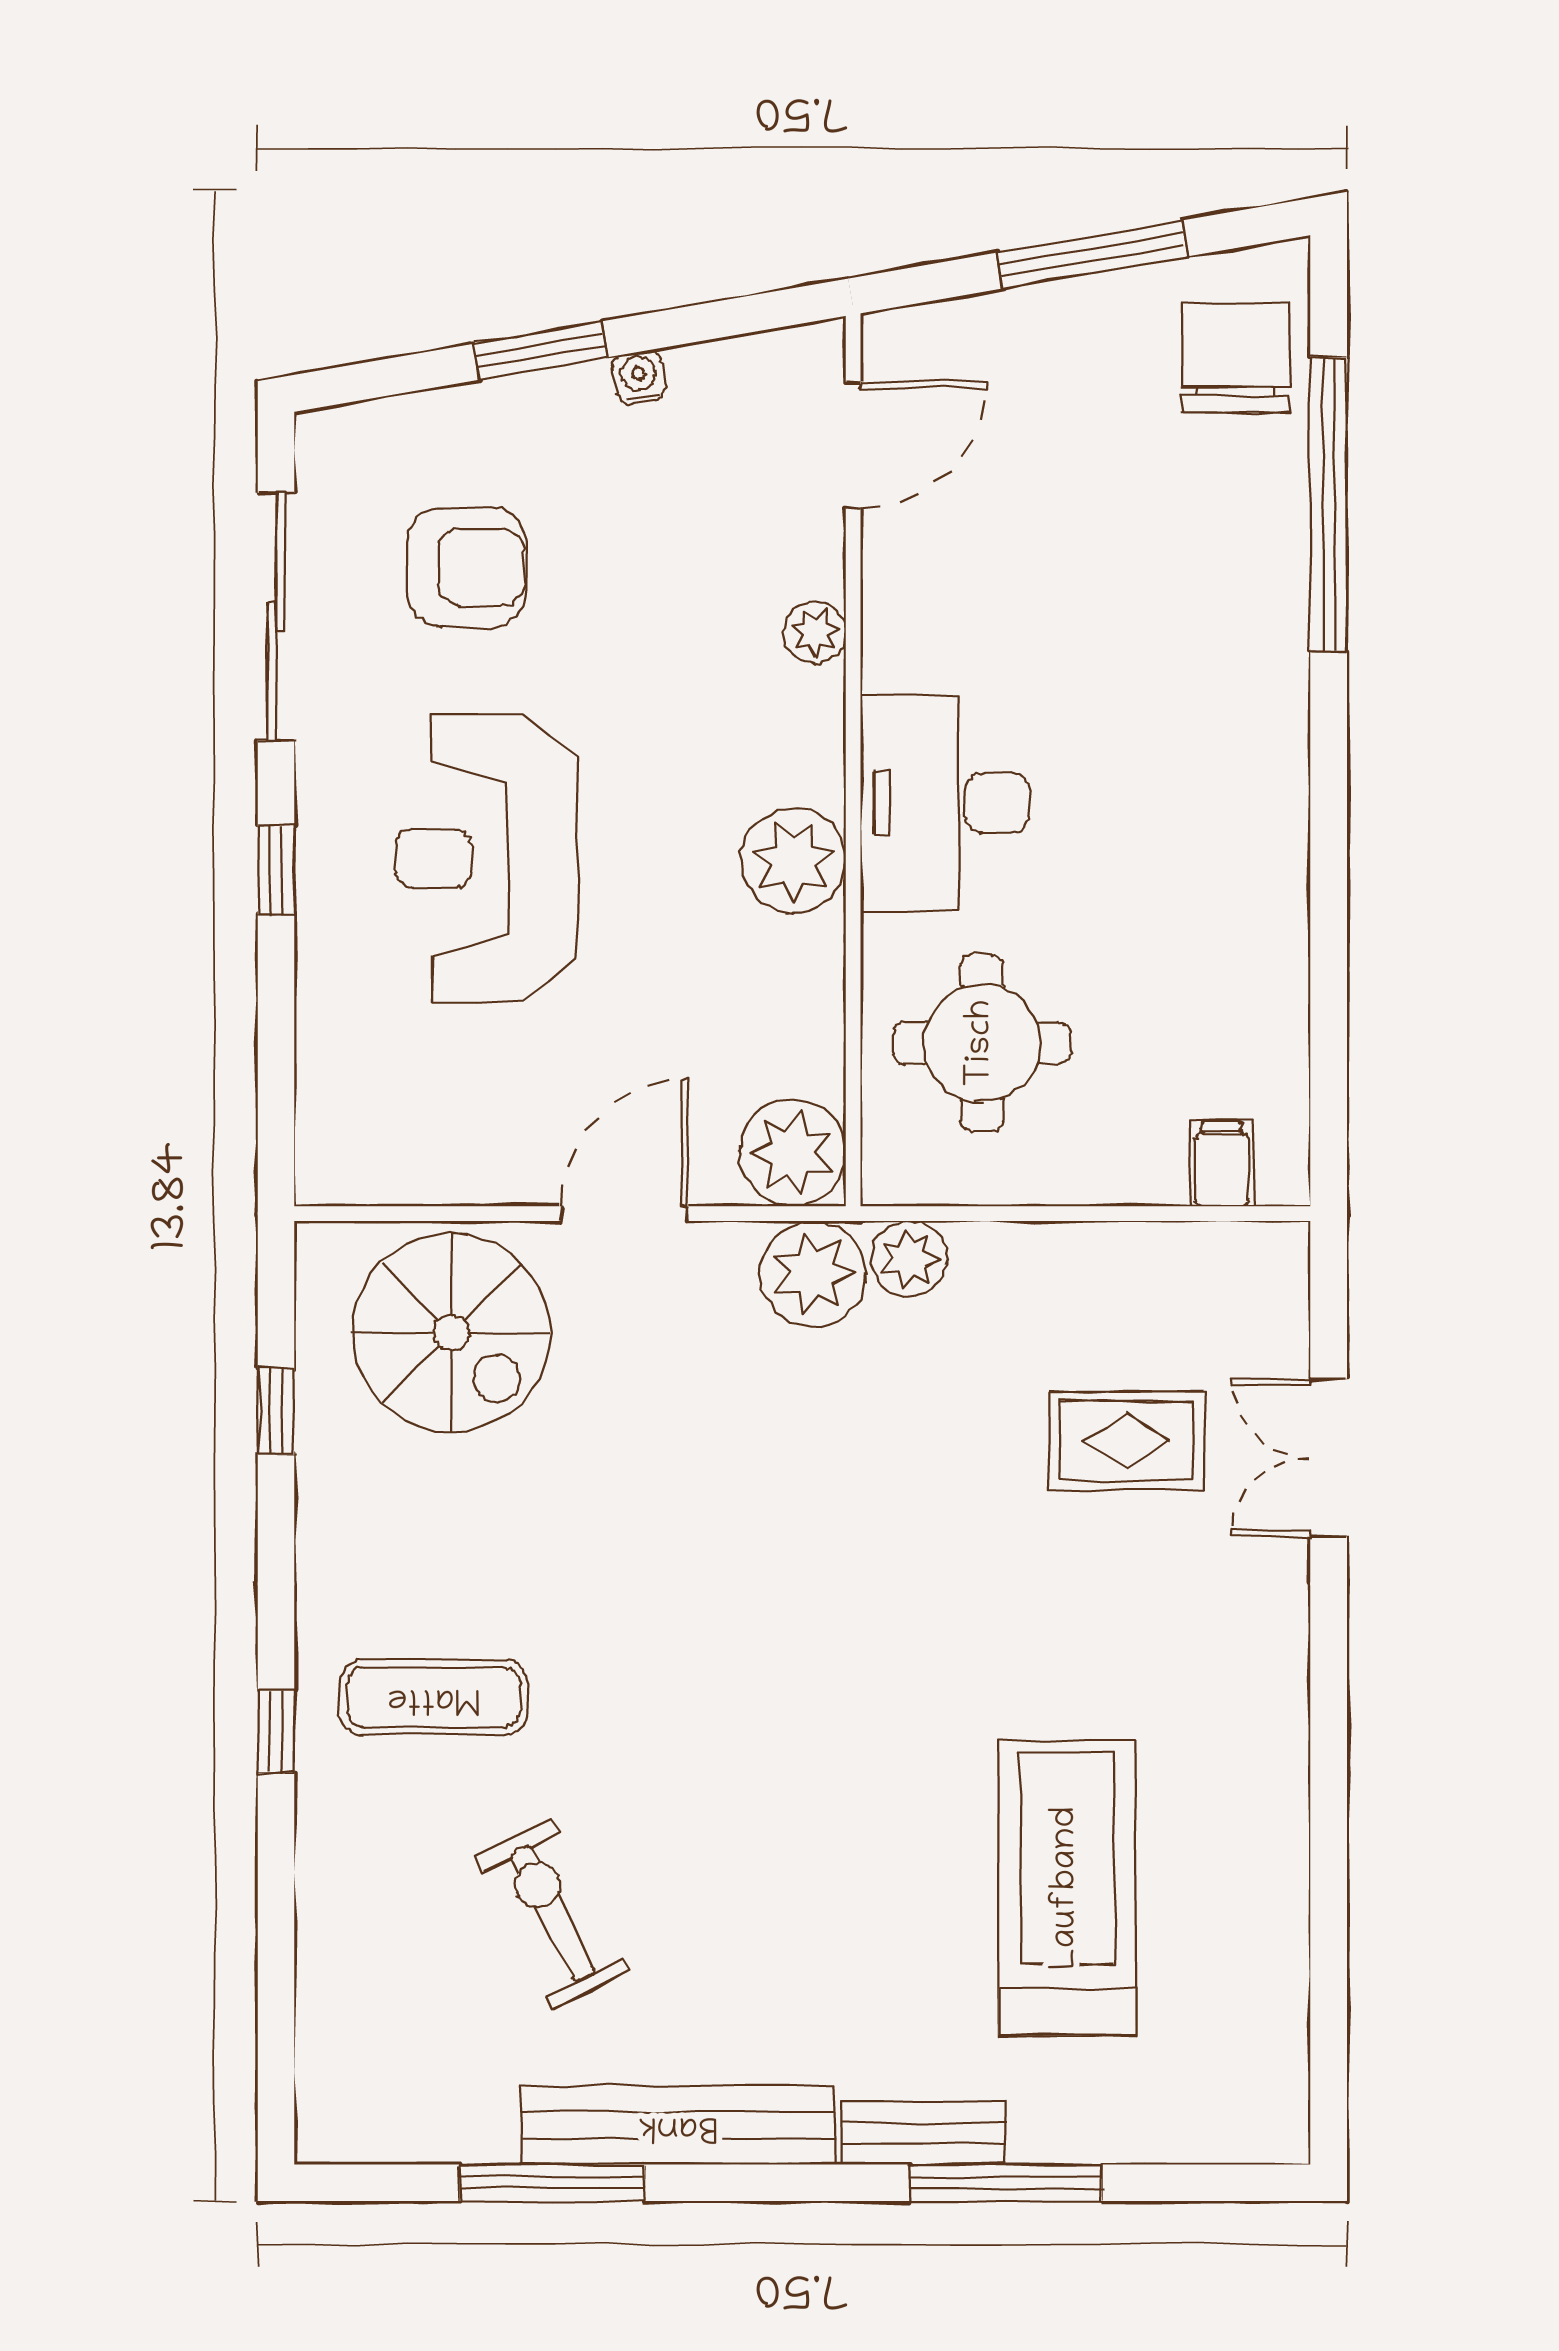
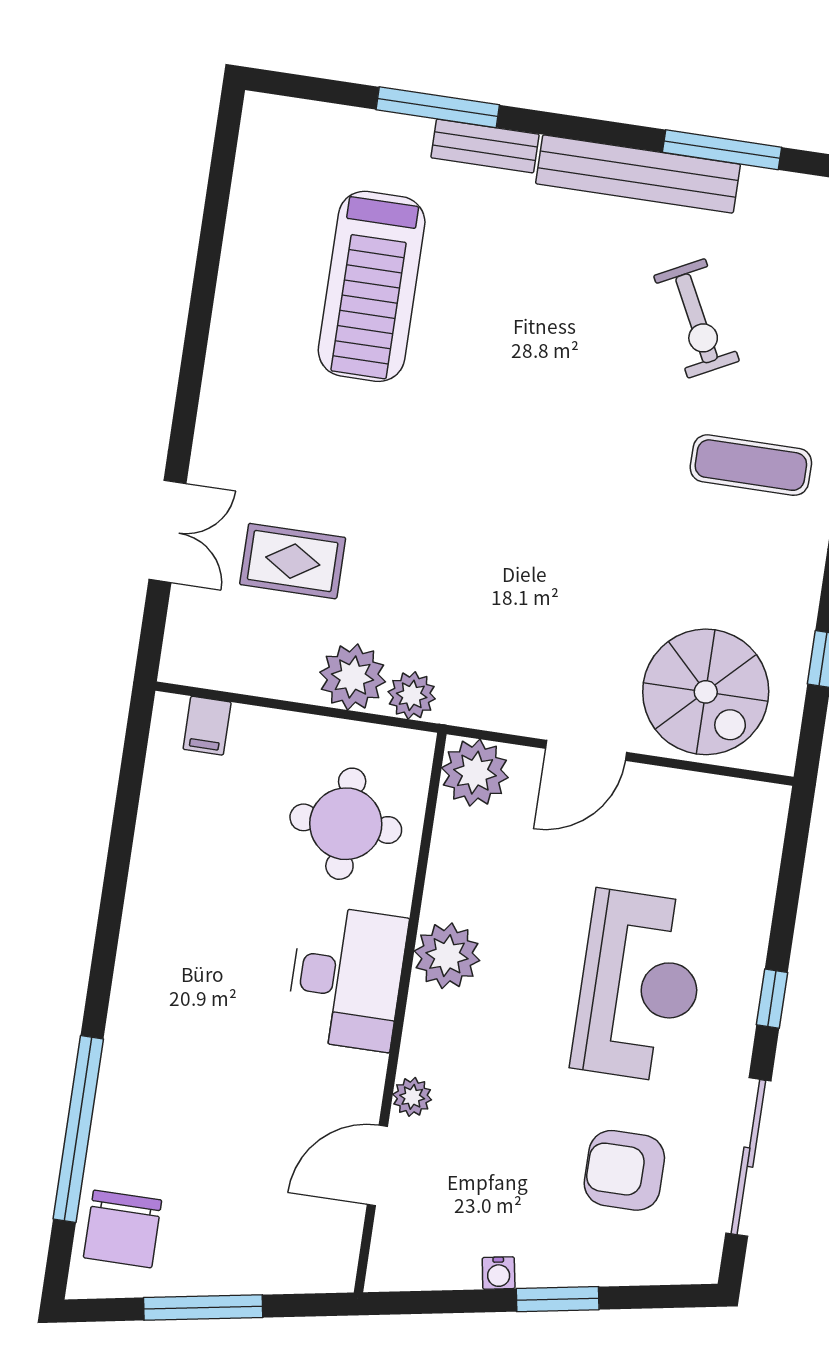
door: (853, 445) -> (377, 1165), moved
plant: (813, 1274) -> (353, 677), moved
spiral stairs: (451, 1333) -> (706, 692), turned 180

